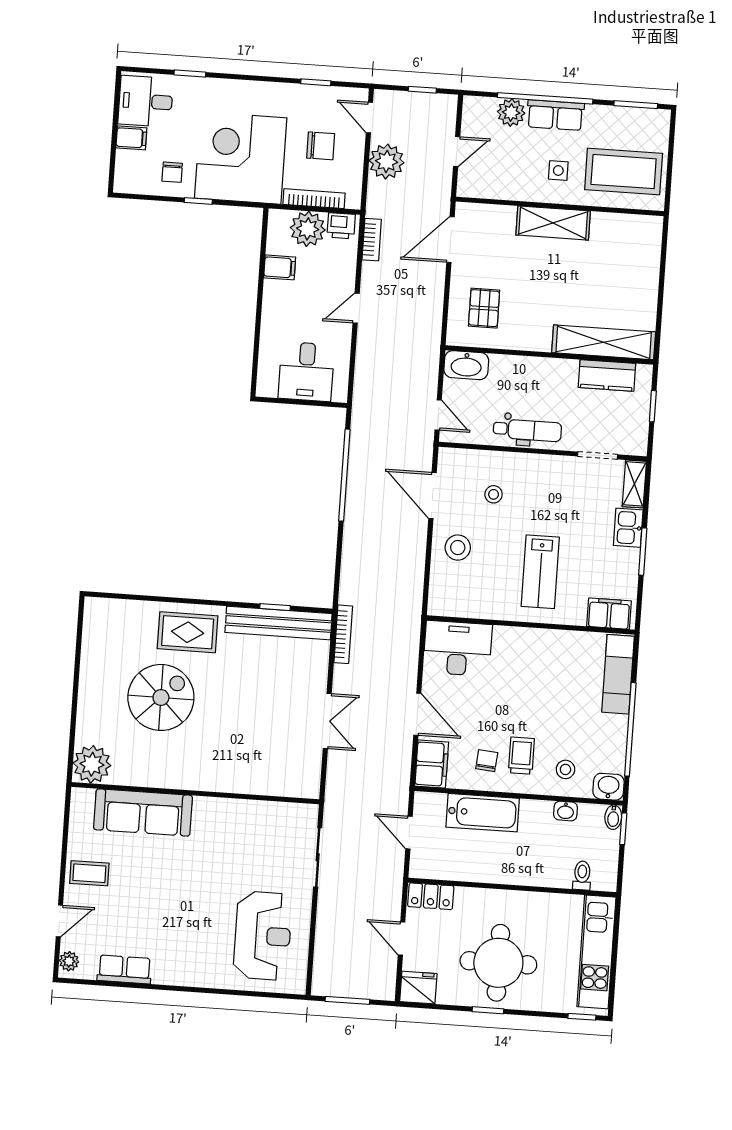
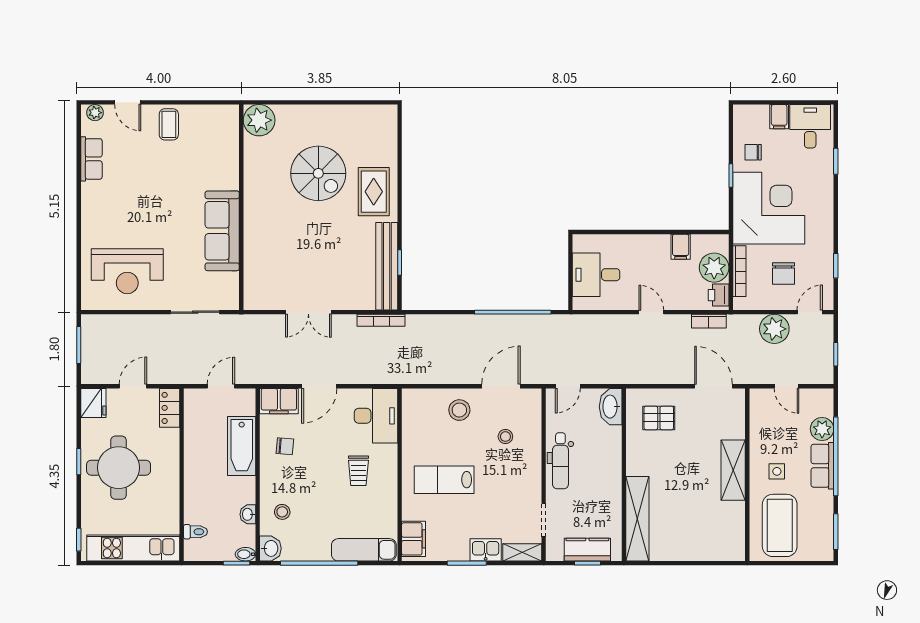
kitchen counter: (607, 375) -> (587, 550), moved, turned 90
trolley: (521, 756) -> (358, 471), moved, turned 90
sofa: (143, 812) -> (222, 231), moved

